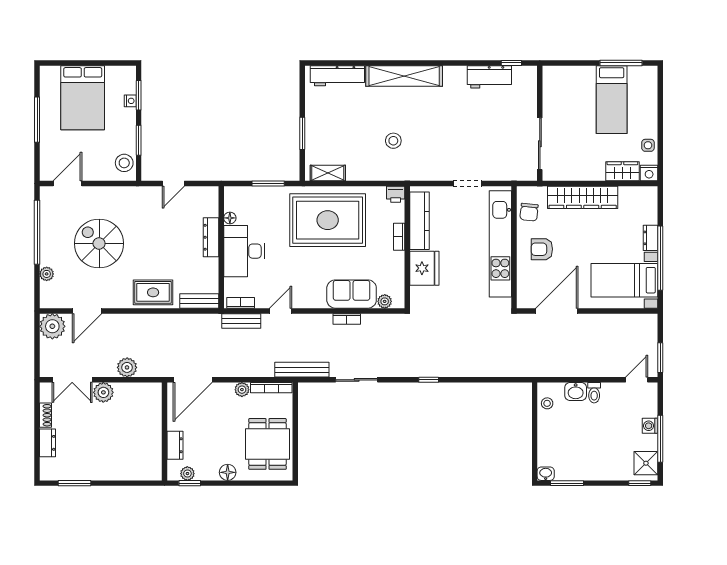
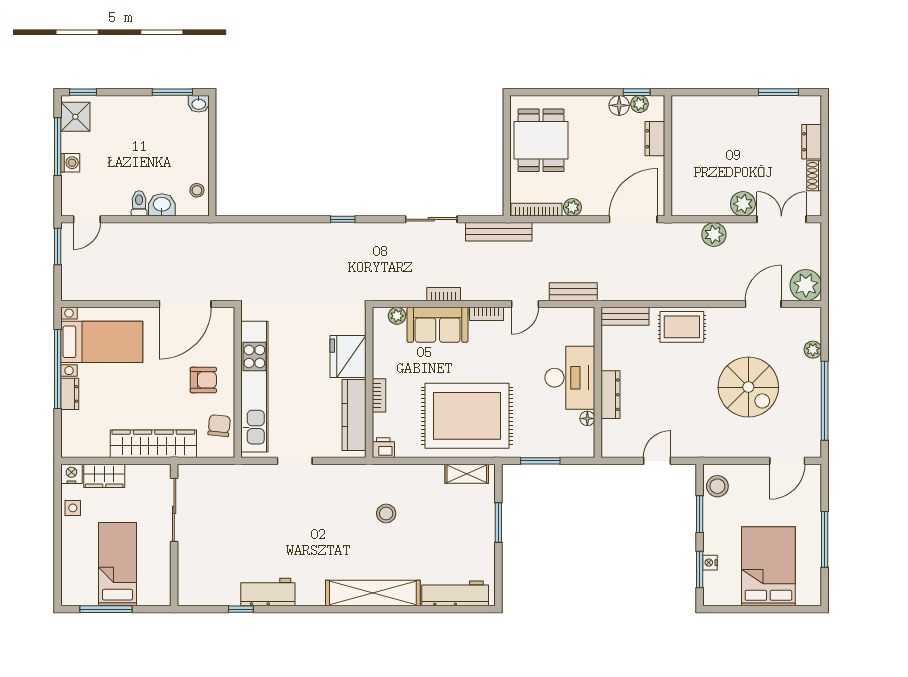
wall: (540, 123) -> (174, 535), moved
sliding door: (540, 144) -> (174, 510), moved
bookcase: (241, 303) -> (487, 314), moved
floor lamp: (228, 472) -> (619, 105), moved

